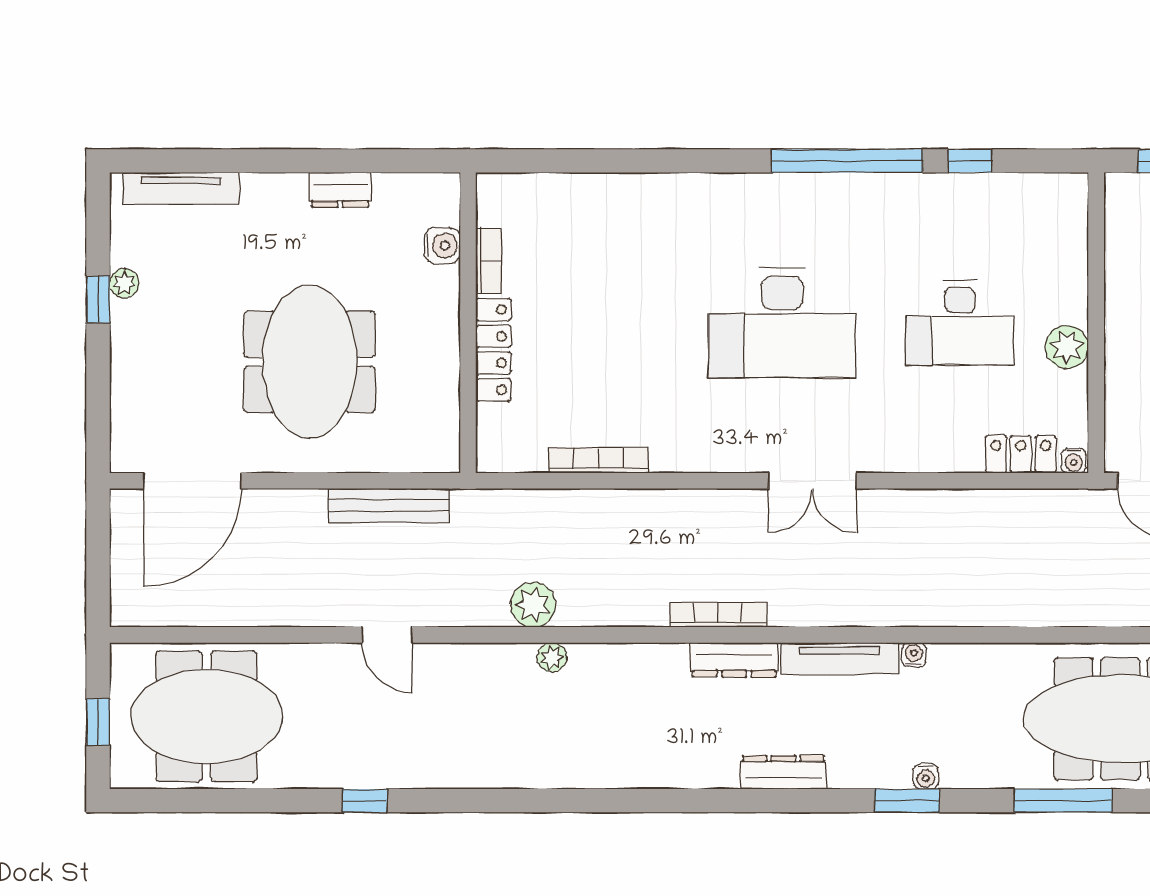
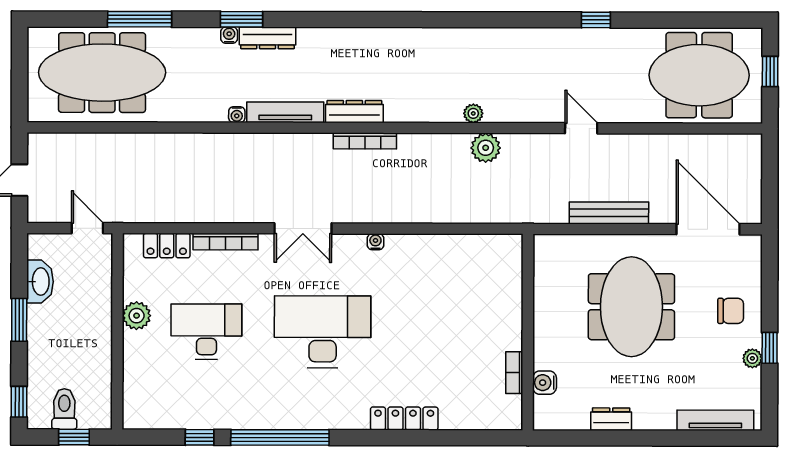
locker: (493, 350) -> (404, 419), moved, turned 90
chair: (158, 356) -> (731, 311), added
bookcase: (598, 460) -> (225, 242), moved
water cooler: (1074, 461) -> (375, 242), moved
door: (193, 481) -> (708, 229), hinge flipped
double door: (812, 481) -> (303, 228), swing flipped
bench: (389, 505) -> (609, 213), moved
dresser: (783, 772) -> (267, 38), moved

